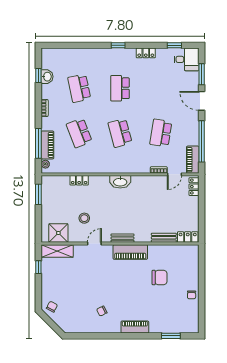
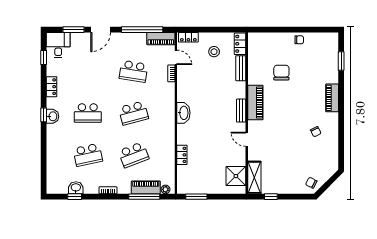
washbasin: (117, 54) -> (53, 116), added
stool: (84, 218) -> (214, 52), moved

